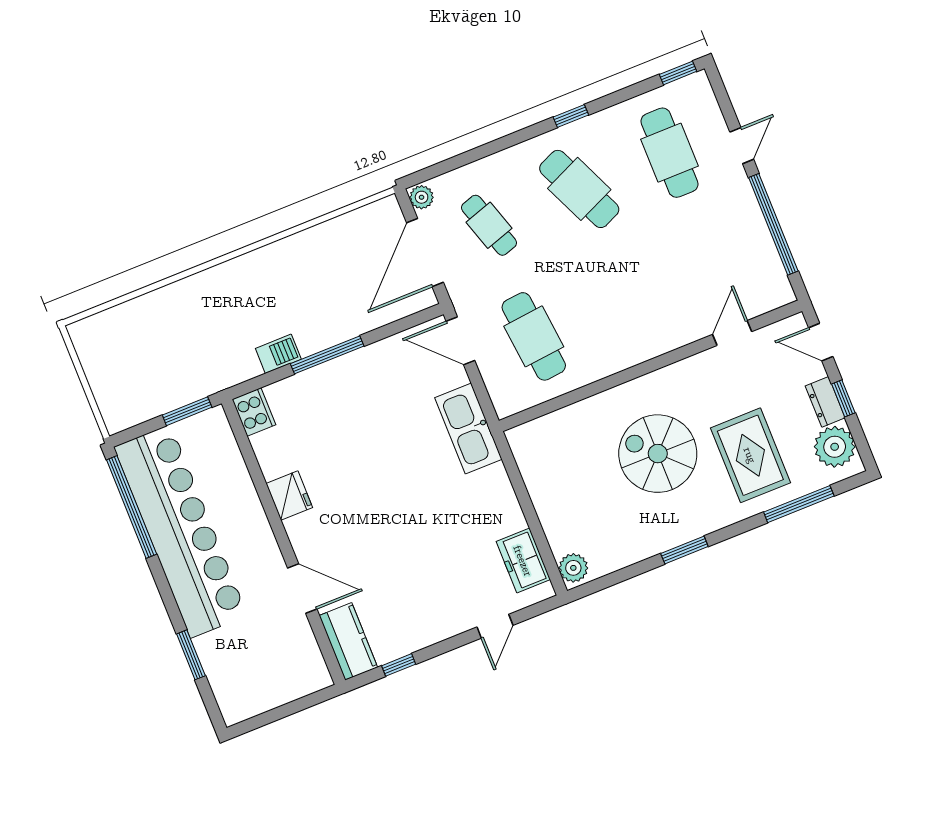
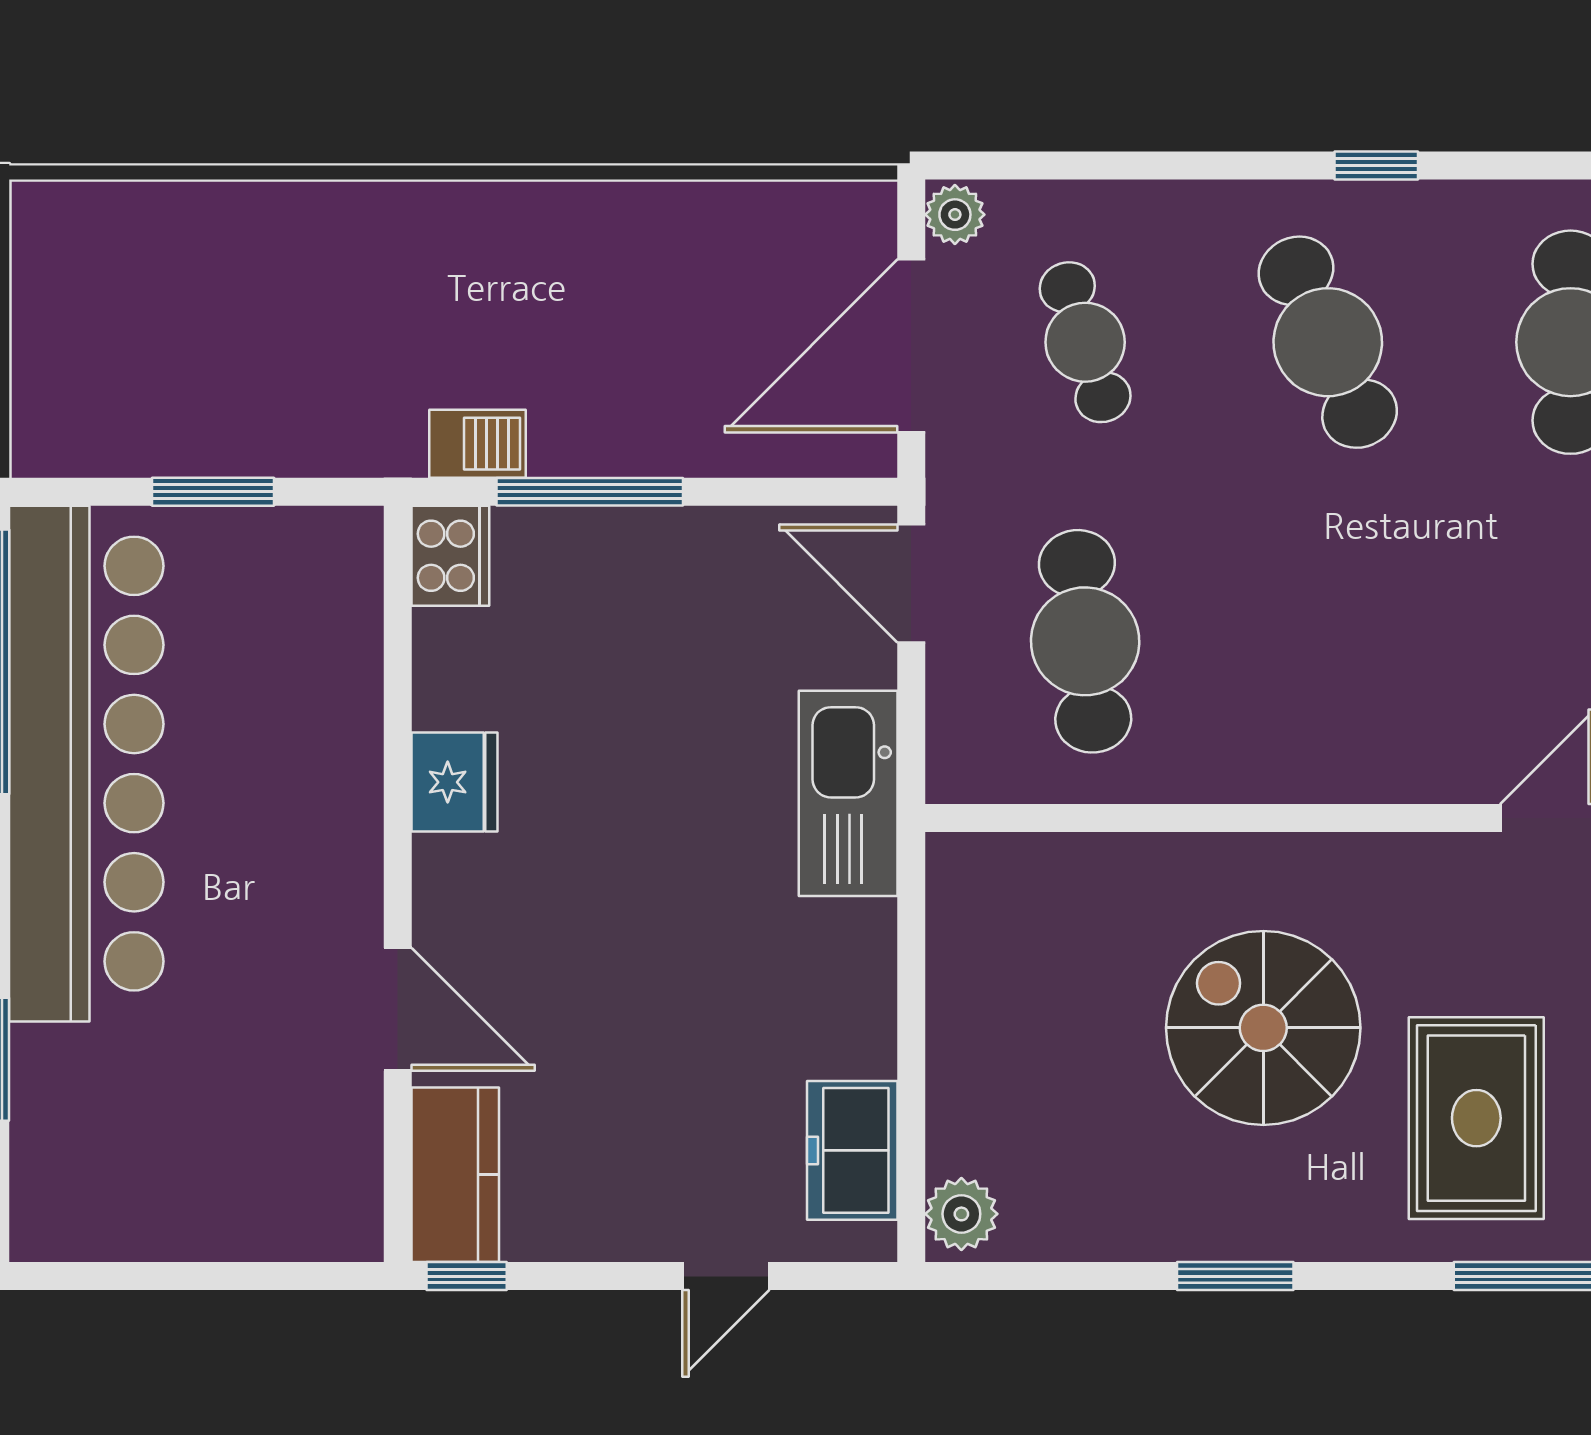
cooker: (254, 412) -> (450, 556), moved
fridge: (289, 495) -> (454, 782), moved
wall: (283, 542) -> (398, 884), moved
door: (302, 589) -> (398, 1009), moved
kitchen counter: (348, 641) -> (455, 1175), moved

